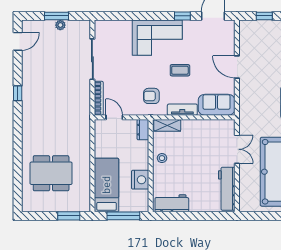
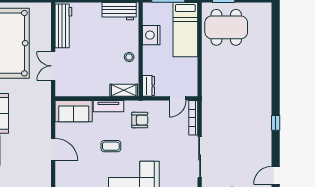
door: (114, 117) -> (178, 98), hinge flipped
dining table: (51, 173) -> (226, 27), moved

